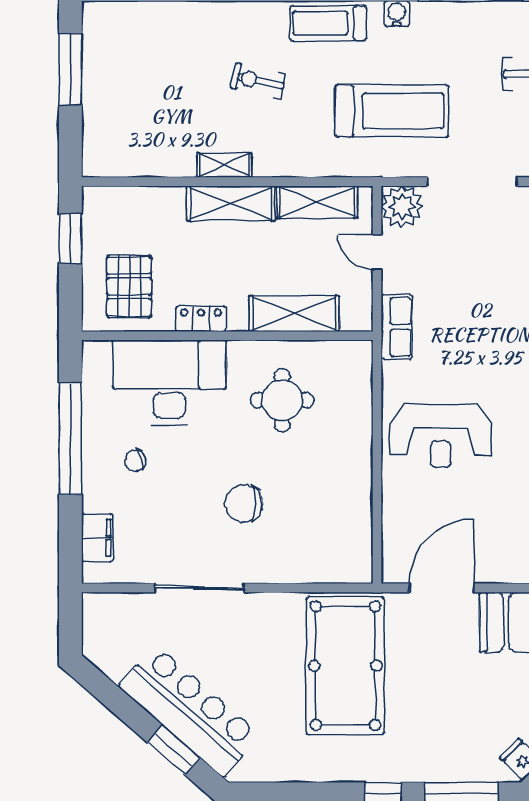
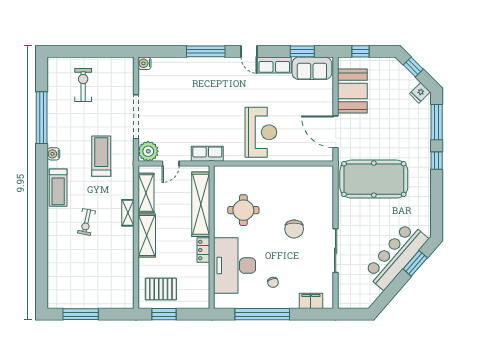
treadmill: (392, 111) -> (101, 156), width x0.73, depth x0.73
shelving: (224, 165) -> (128, 213), moved
pallet: (129, 286) -> (161, 289), moved
shelving: (294, 314) -> (201, 204), width x1.47

